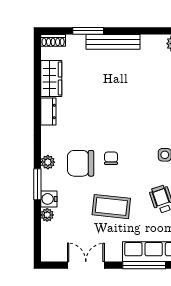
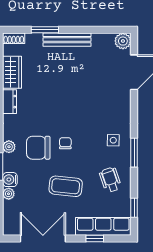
double door: (86, 265) -> (43, 238), width x1.37
window: (144, 265) -> (95, 238), width x0.46

